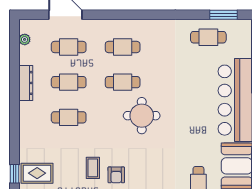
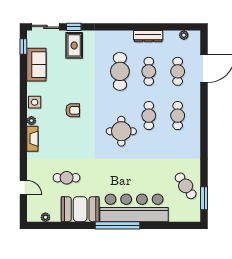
cafe table: (208, 37) -> (186, 186), turned -34
cafe table: (69, 117) -> (120, 71), width x1.37, depth x1.35
coffee table: (93, 168) -> (78, 91), removed
armchair: (116, 175) -> (73, 110), turned 180

